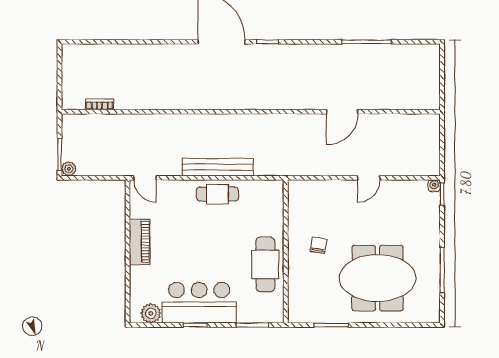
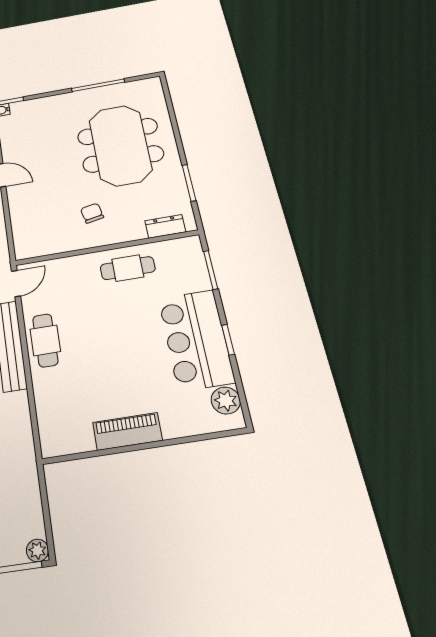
door: (145, 178) -> (16, 284), moved
chair: (318, 245) -> (92, 213), turned 71
cafe table: (265, 264) -> (128, 268), width x0.73, depth x0.74
dresser: (296, 299) -> (165, 226), added

